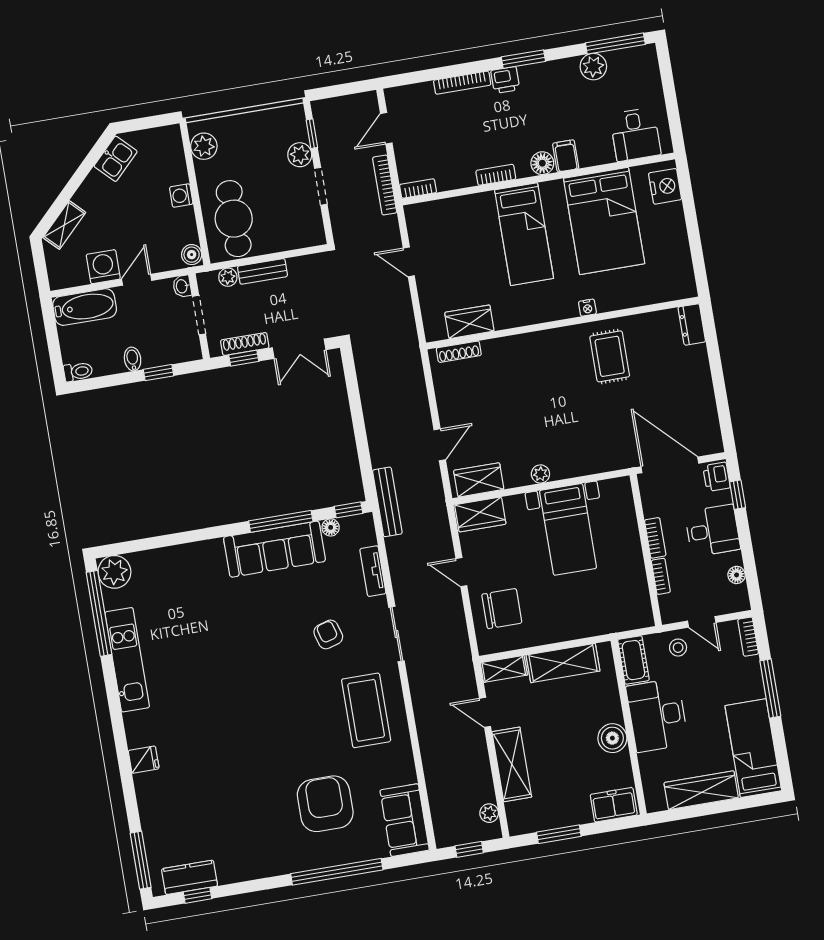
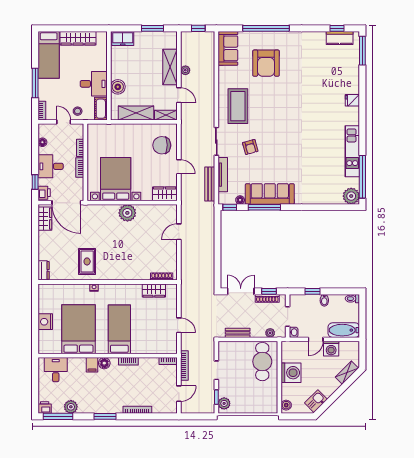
printer: (505, 80) -> (45, 408), moved
plant: (204, 146) -> (271, 400), removed
plant: (300, 155) -> (224, 403), moved
nightstand: (665, 186) -> (45, 322), moved
washing machine: (181, 196) -> (291, 373), width x1.89, depth x1.89
boiler: (192, 255) -> (286, 405), moved
bench: (262, 271) -> (238, 333), moved
plant: (540, 474) -> (127, 213), width x1.88, depth x1.88
wardrobe: (479, 480) -> (45, 219), moved, turned -90
bench: (387, 502) -> (210, 184), moved
bed with nightstands: (568, 529) -> (116, 179), width x1.36
tv unit: (373, 571) -> (223, 175), width x1.41
desk: (657, 715) -> (94, 84), width x0.73
boiler: (612, 738) -> (118, 87), moved
plant: (489, 813) -> (185, 70), moved

